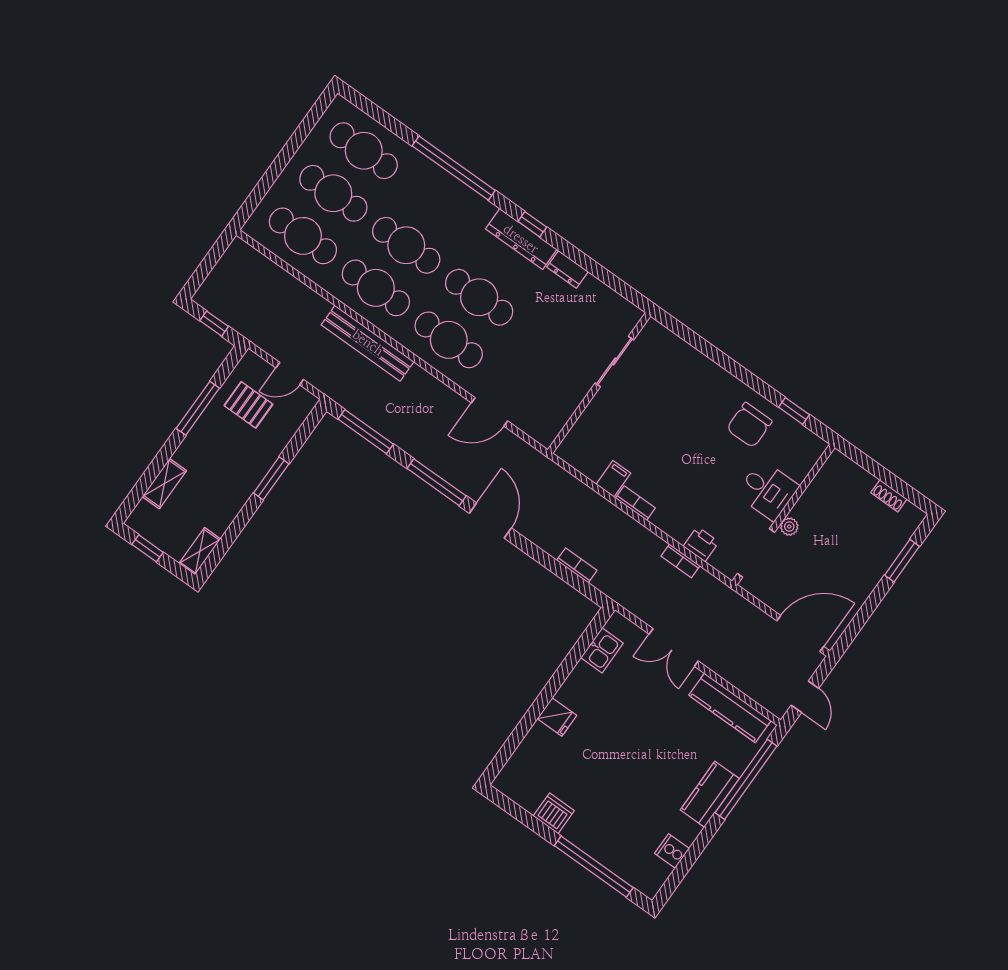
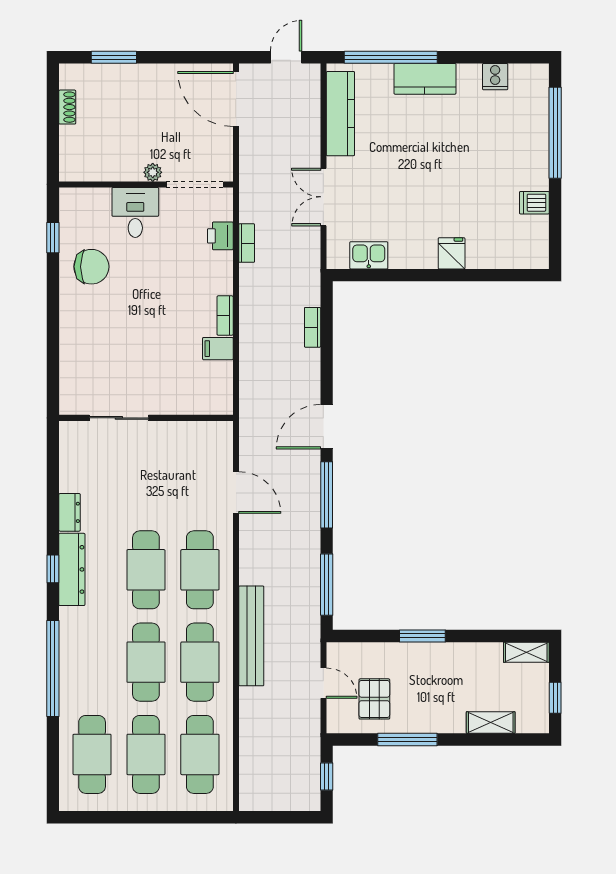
double door: (674, 648) -> (323, 197), swing flipped
dishwasher: (554, 813) -> (534, 203), width x0.73

